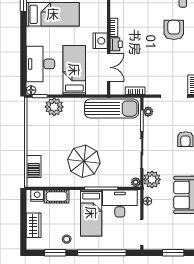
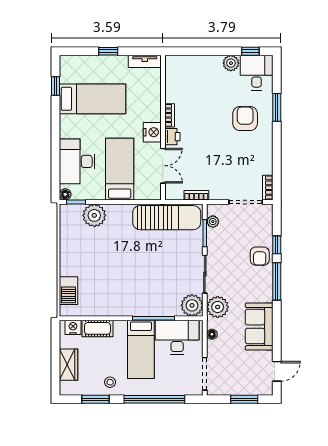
parasol: (84, 161) -> (132, 284), removed
plant: (136, 182) -> (192, 305), width x1.88, depth x1.88

